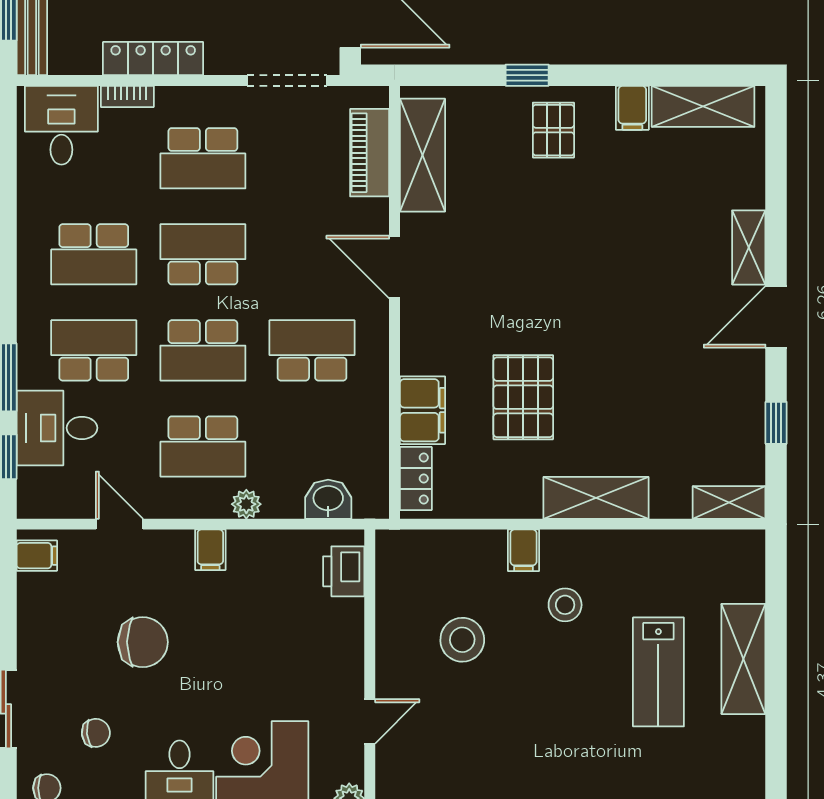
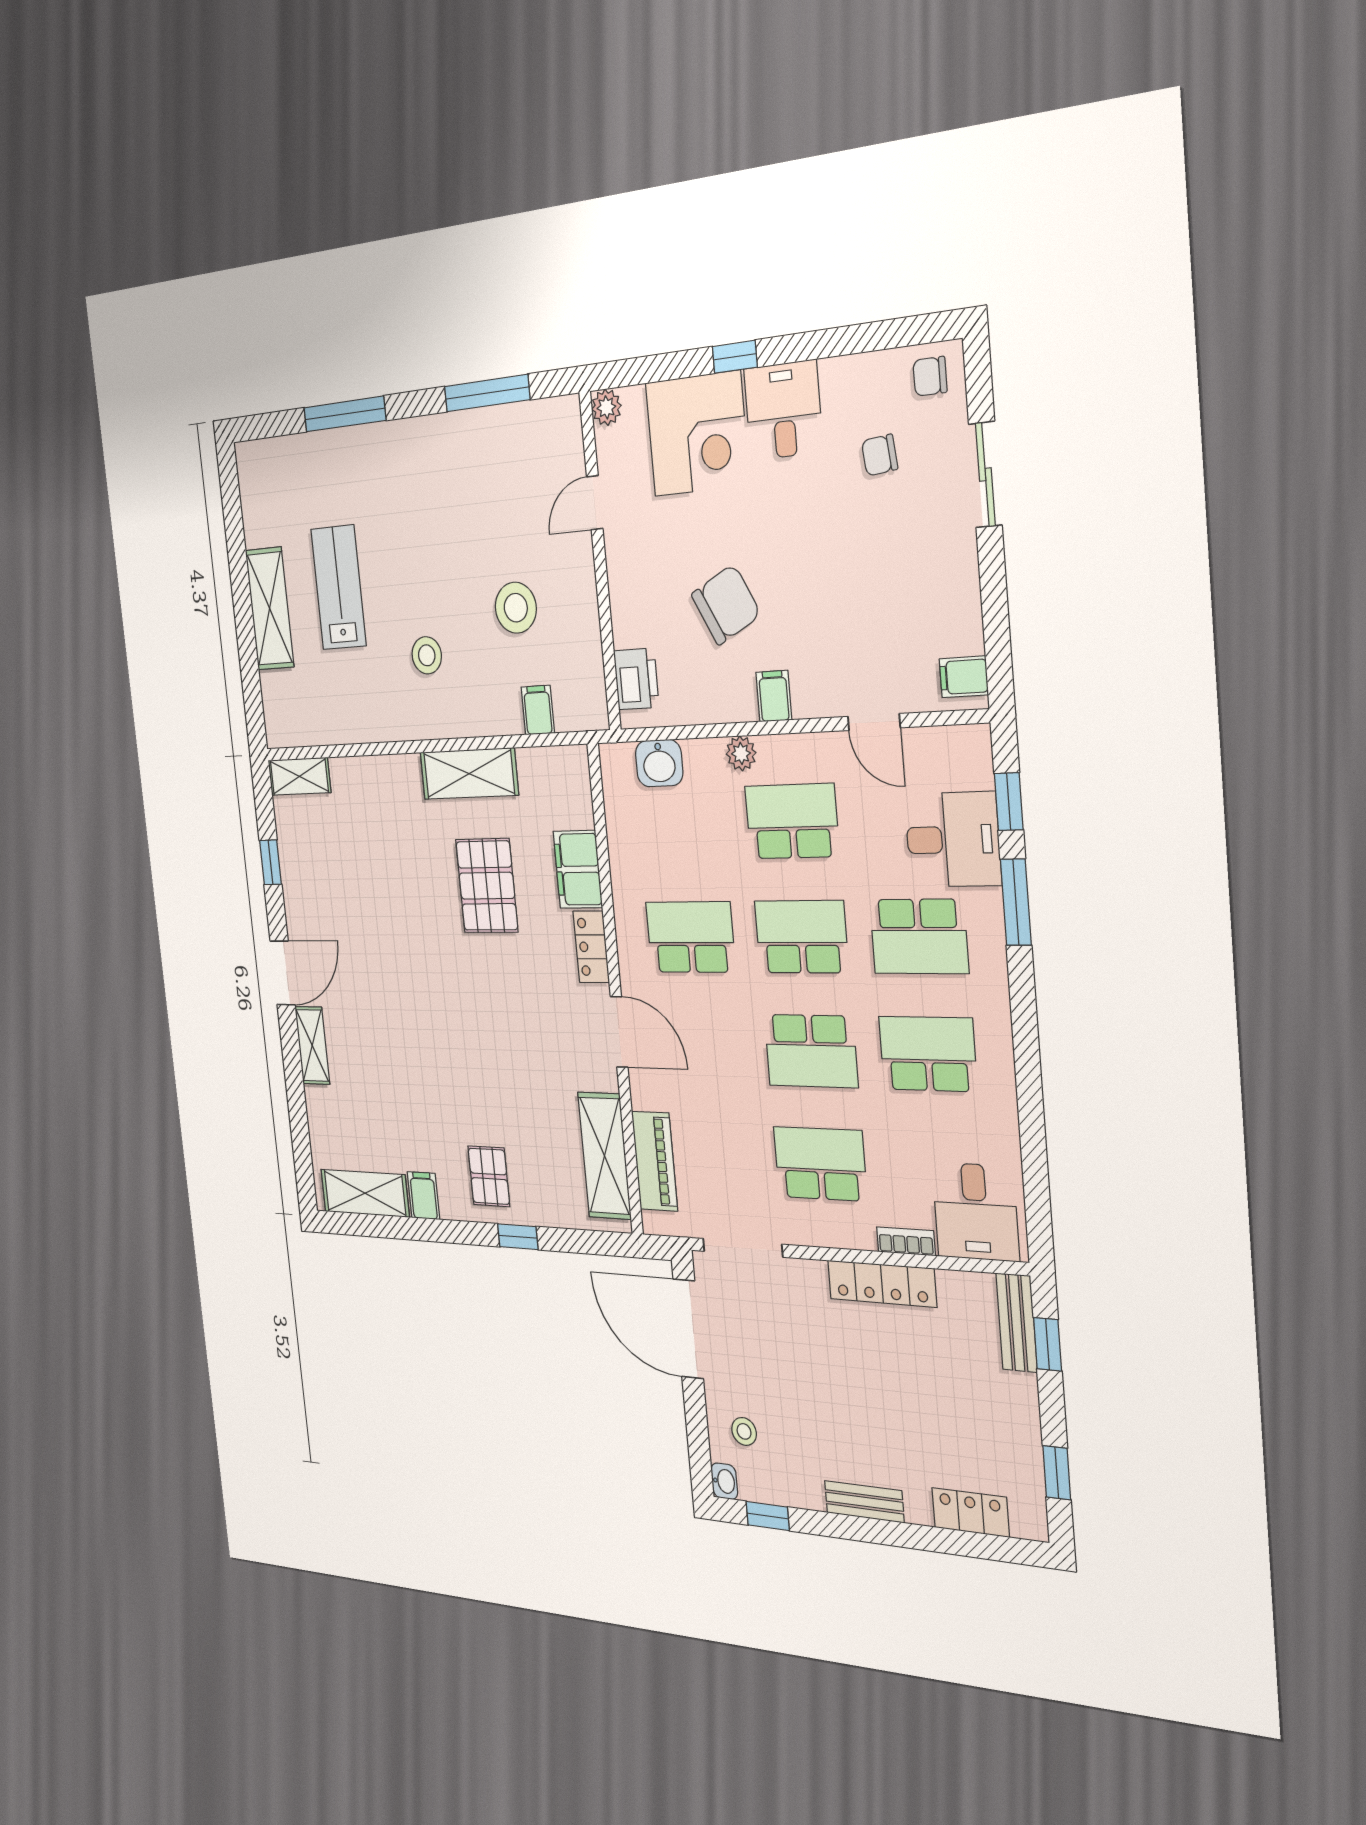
school desk: (312, 350) -> (690, 937), turned 180
locker: (416, 479) -> (591, 947), moved
shelving: (596, 498) -> (469, 774), moved
filing cabinet: (524, 550) -> (538, 710), moved
chair: (143, 642) -> (726, 605), moved, turned 153

